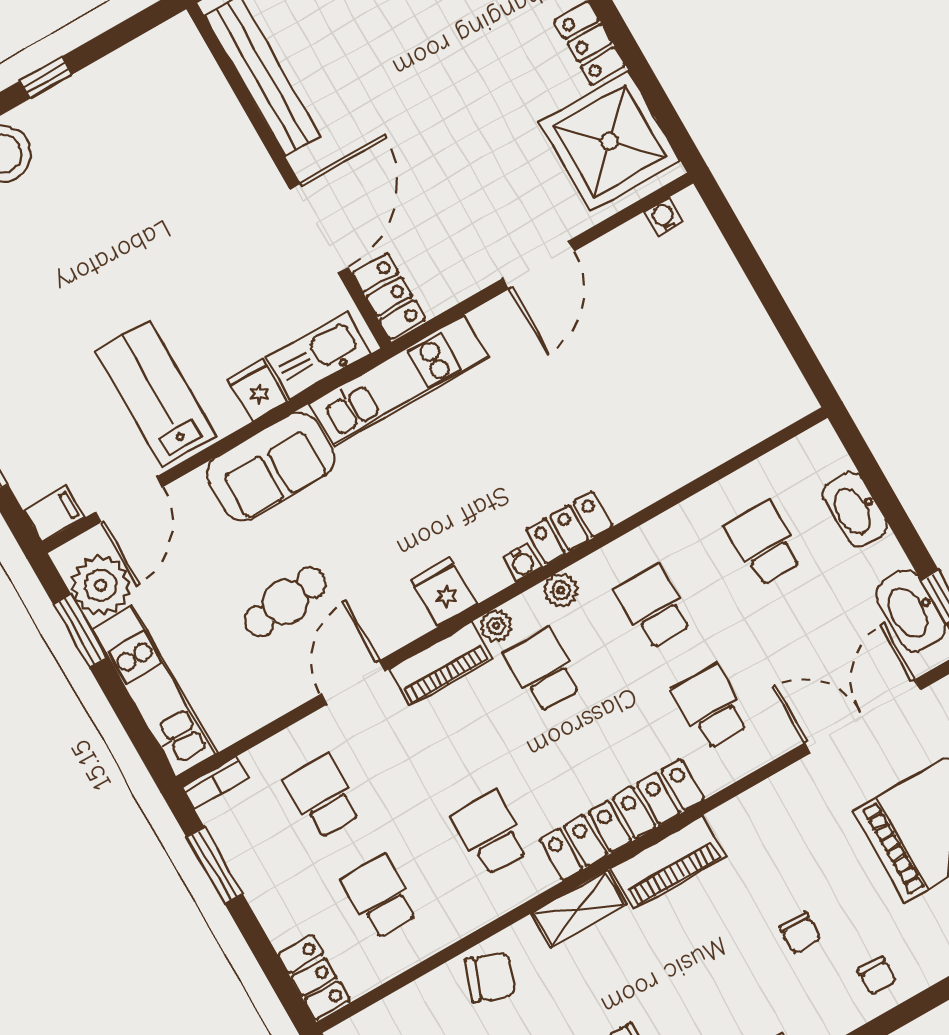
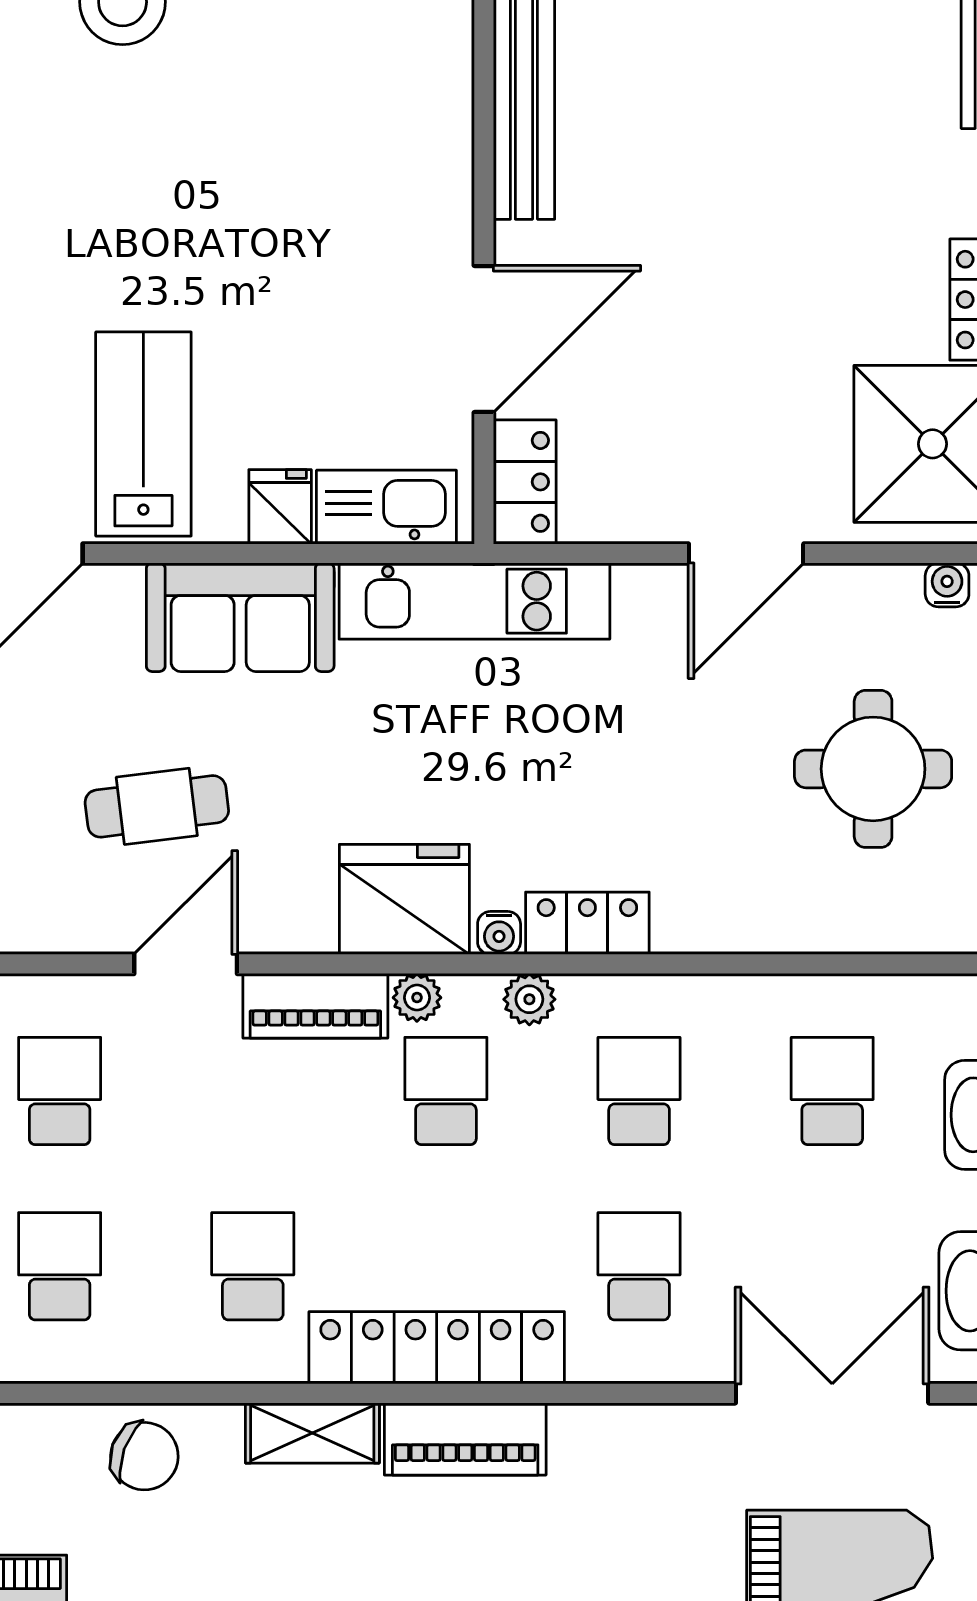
round table: (682, 346) -> (873, 769), added
fridge: (444, 592) -> (404, 899), width x1.88, depth x1.34

